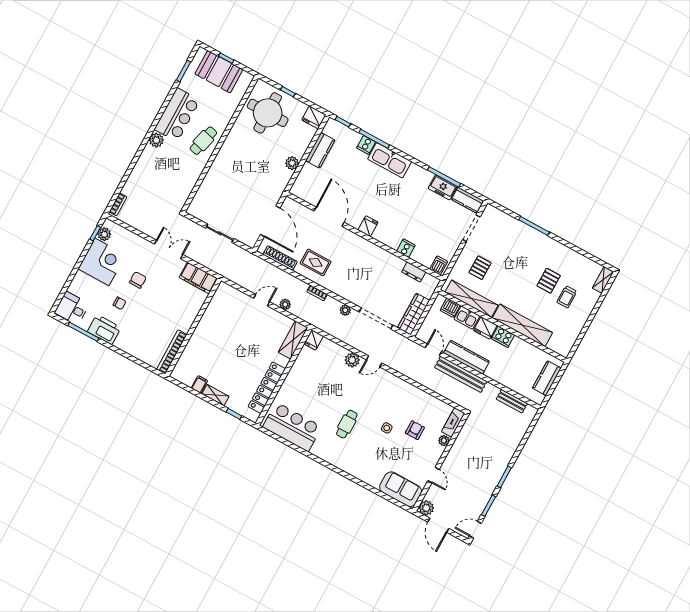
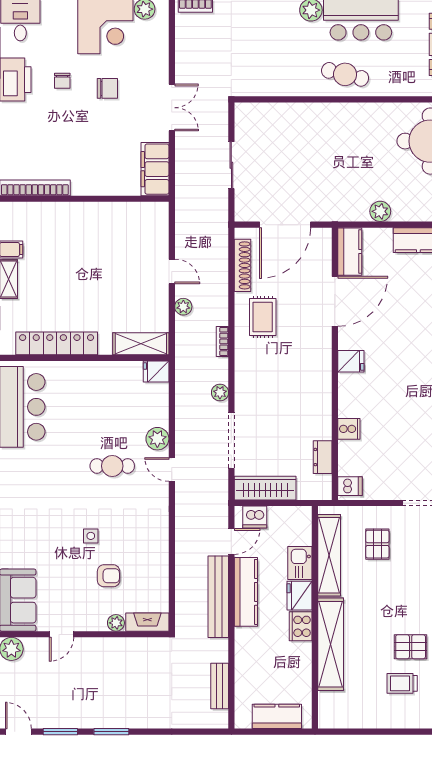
kitchen counter: (305, 193) -> (350, 252), added
pallet: (480, 268) -> (377, 544), turned 90
dishwasher: (450, 308) -> (255, 517), moved, turned -90
cafe table: (347, 424) -> (112, 466), moved

